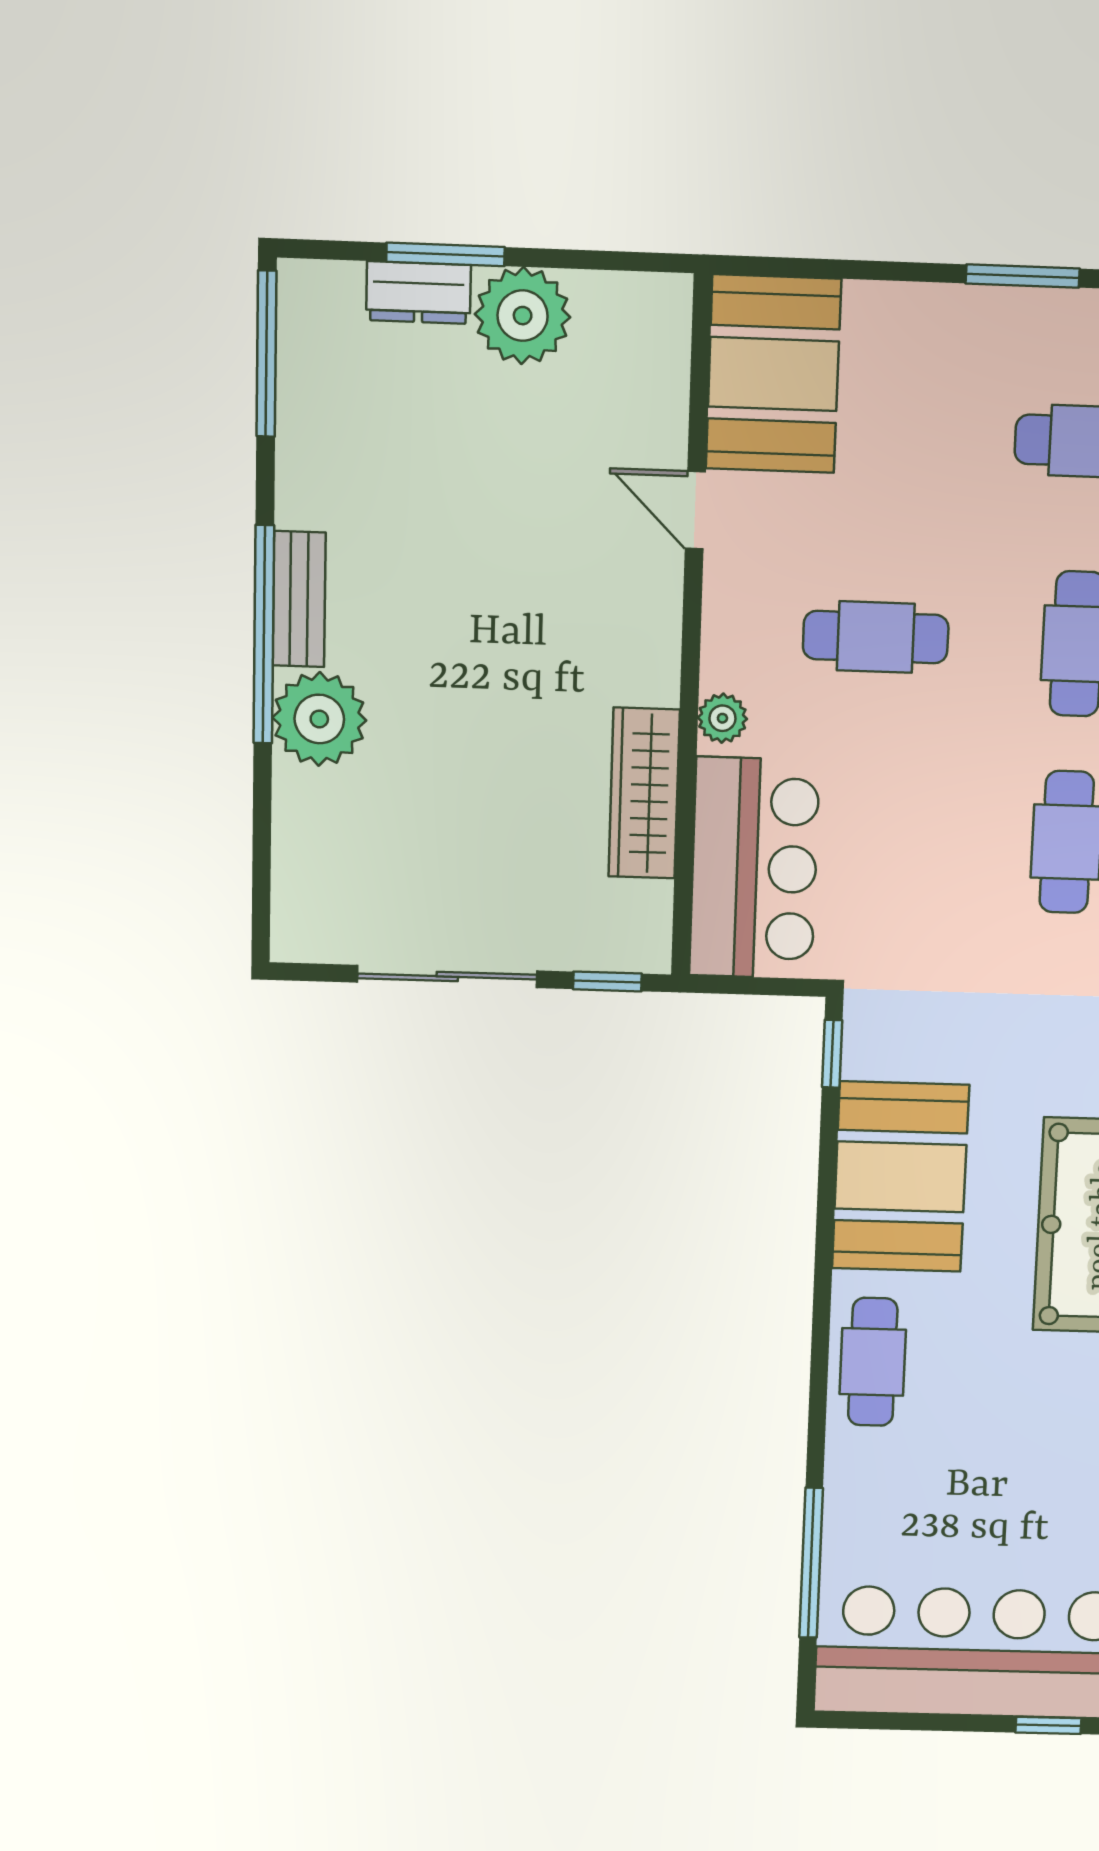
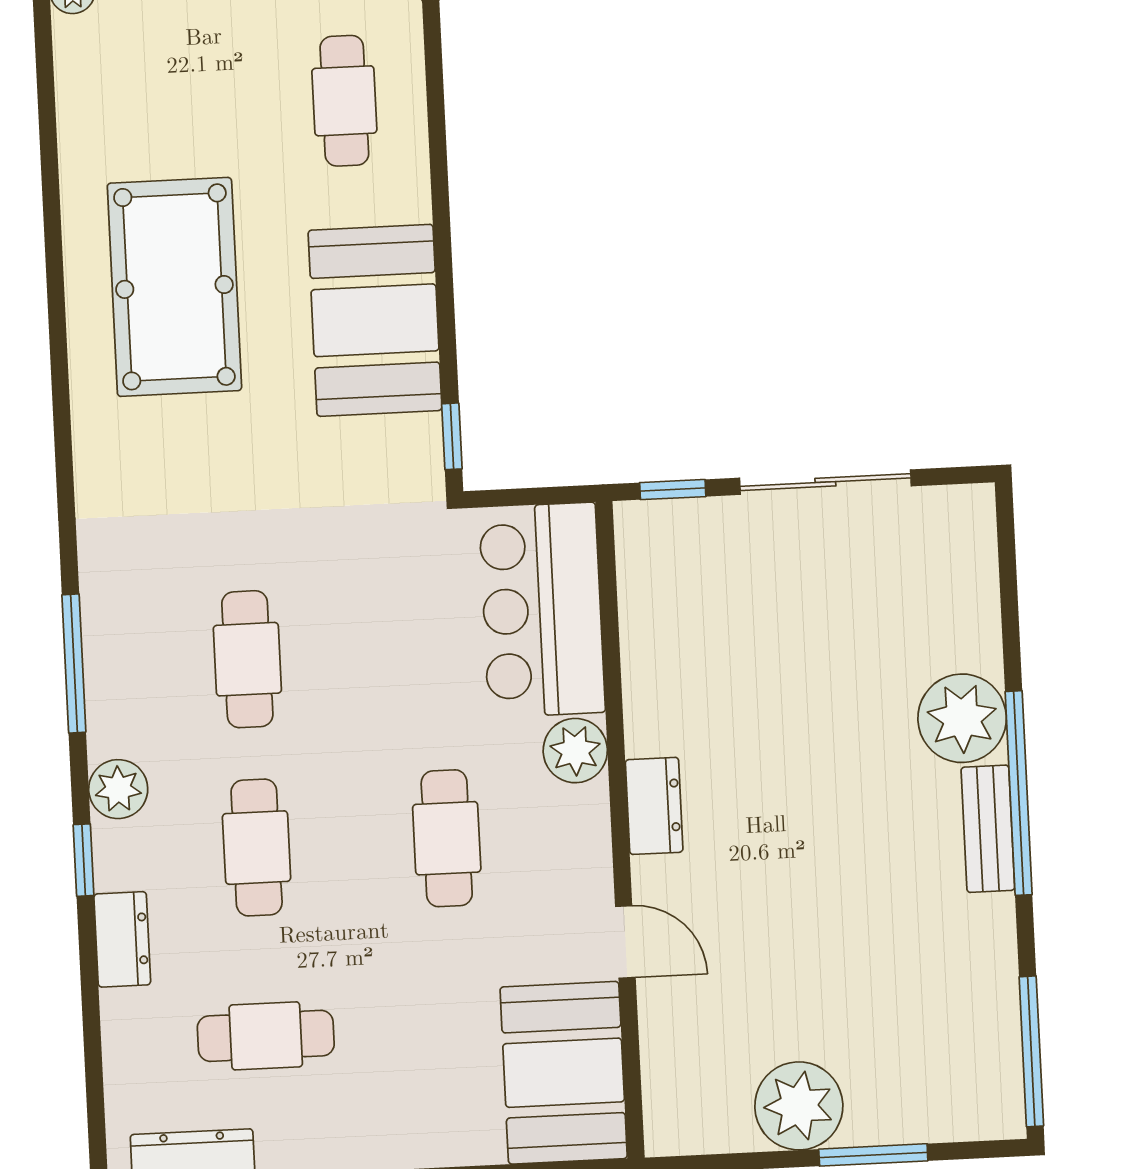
dresser: (418, 293) -> (654, 806), moved, turned 90
cafe table: (876, 637) -> (447, 838), turned 90
plant: (722, 718) -> (575, 751), width x1.38, depth x1.38
wardrobe: (644, 793) -> (652, 673), removed
cafe table: (873, 1362) -> (344, 101), moved

